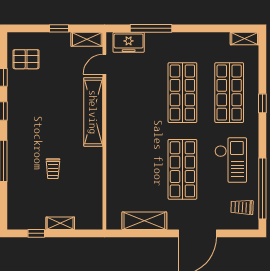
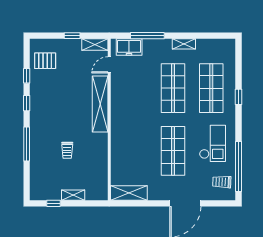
shelving: (245, 39) -> (184, 44), moved
shelving: (144, 221) -> (129, 193), moved

